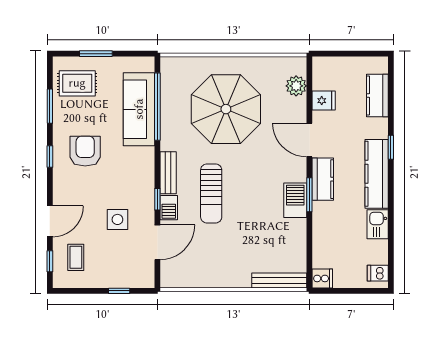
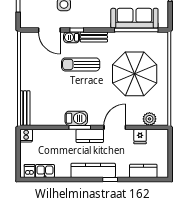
kitchen sink: (378, 224) -> (45, 171), moved

